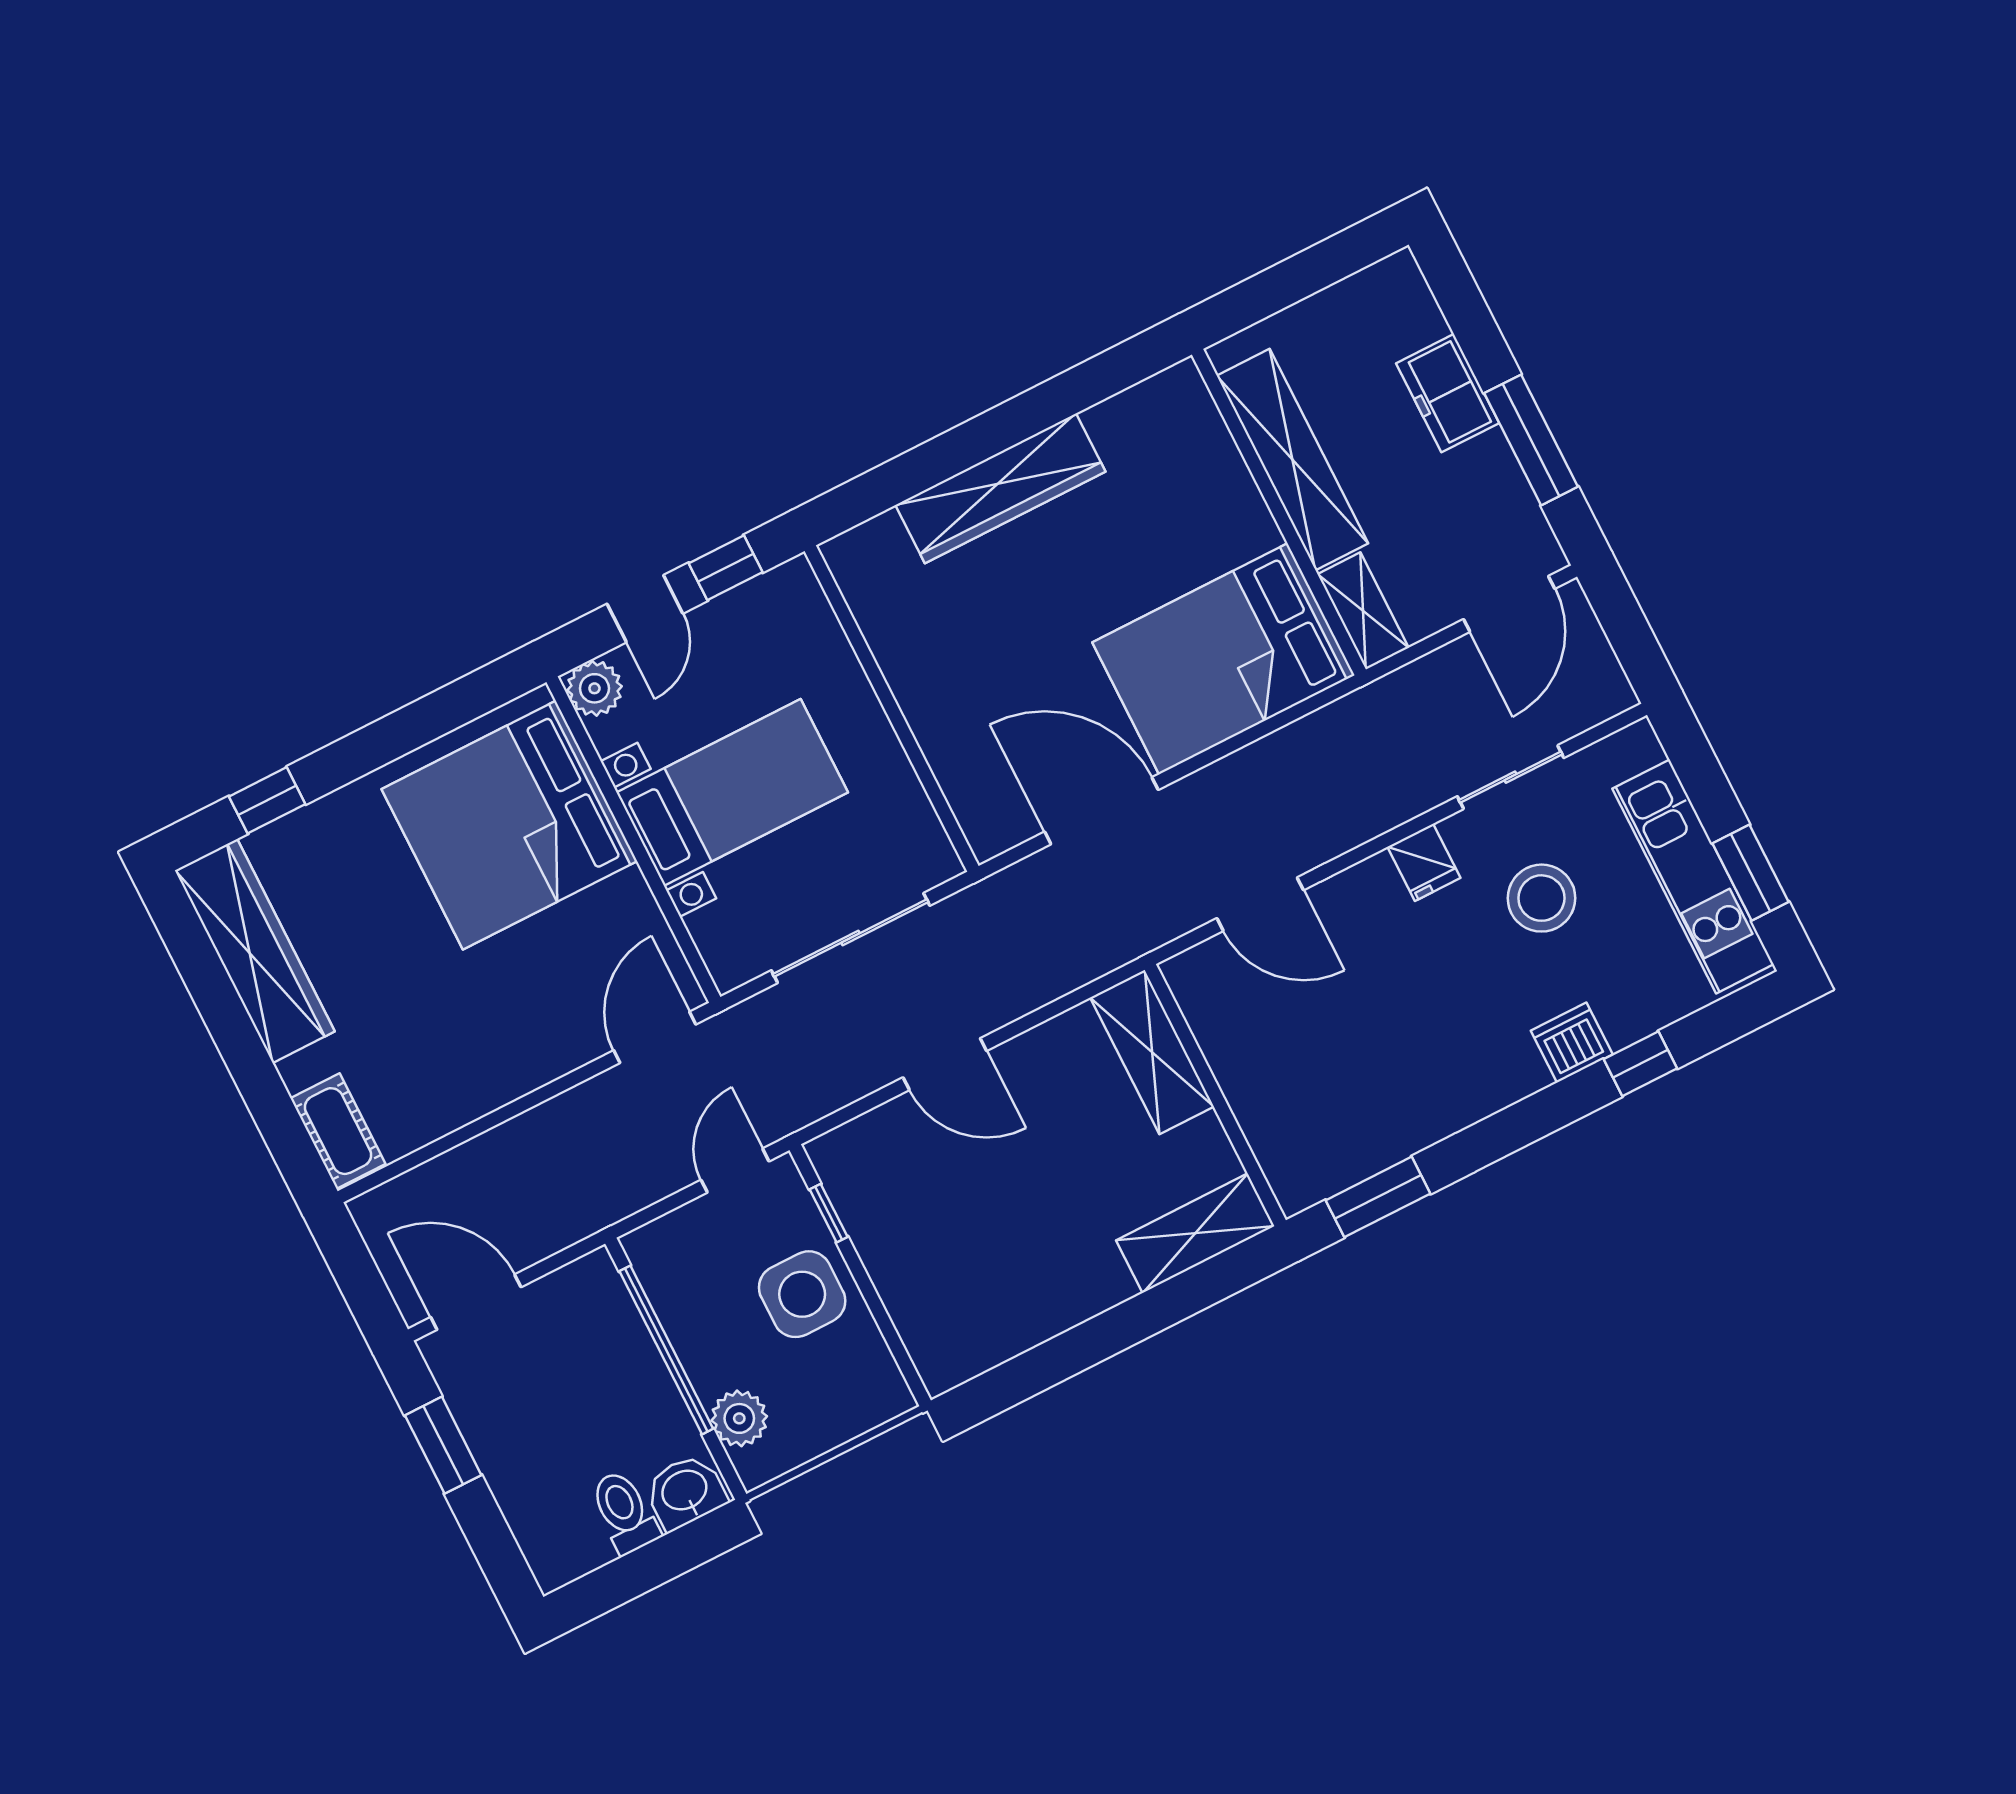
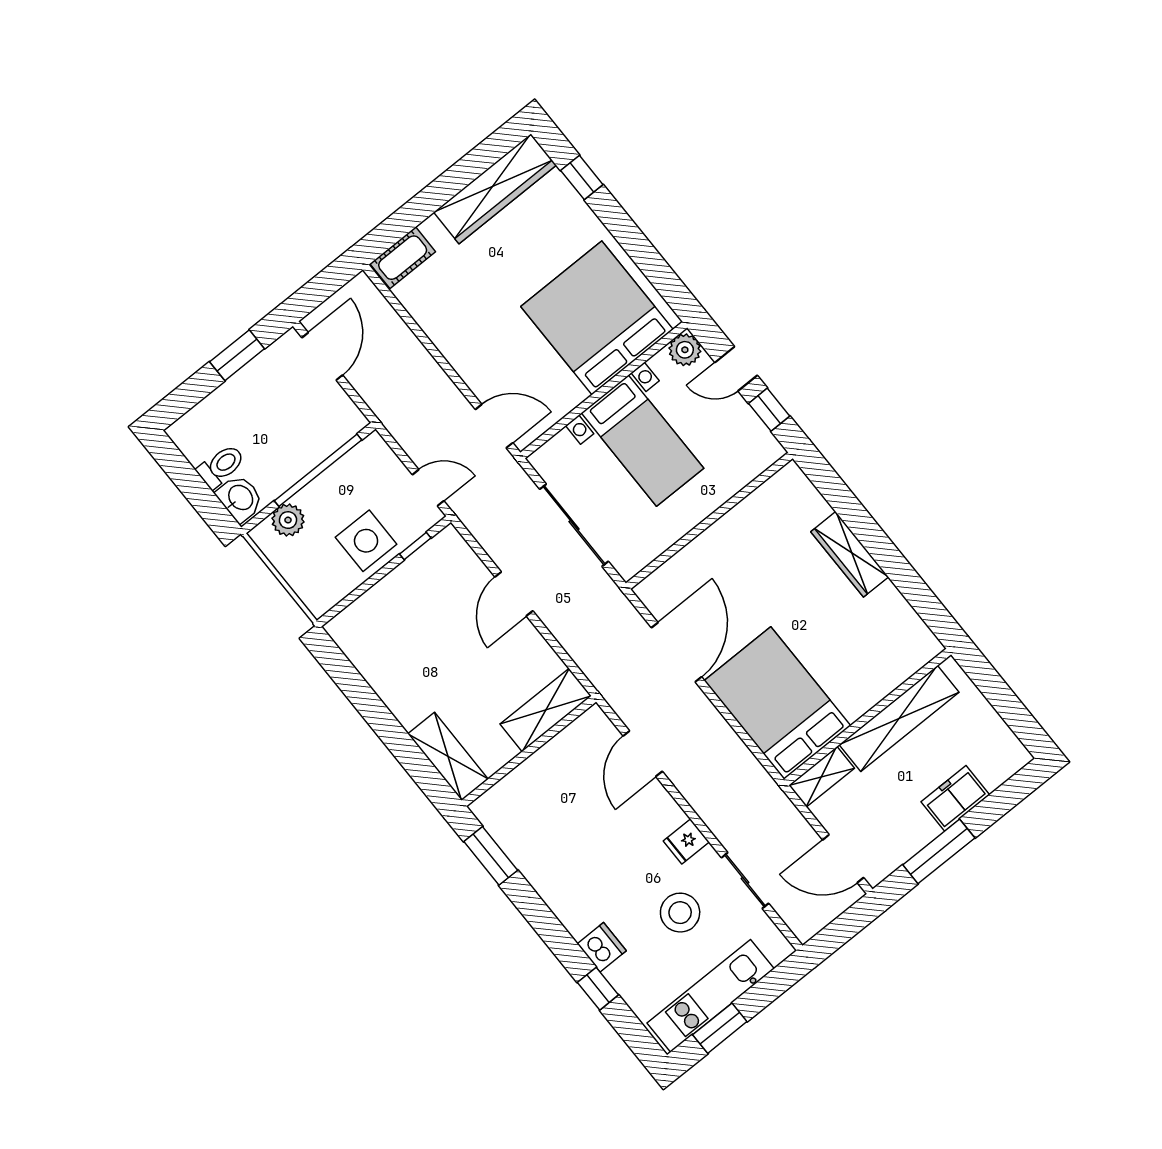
wardrobe: (1000, 488) -> (850, 554), width x0.71, depth x0.85

